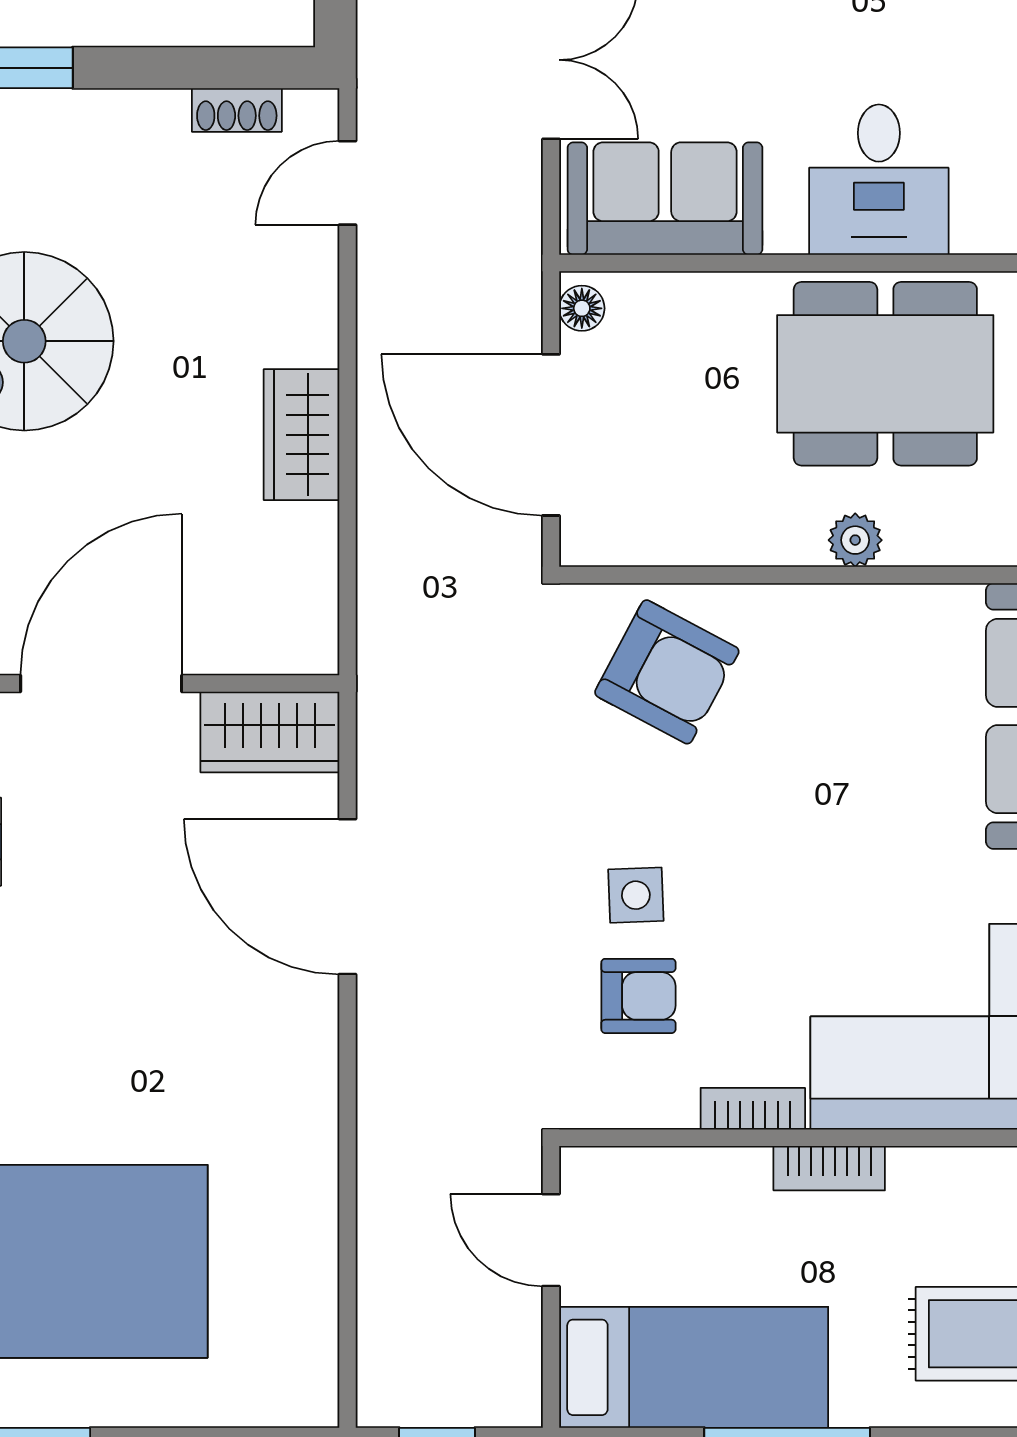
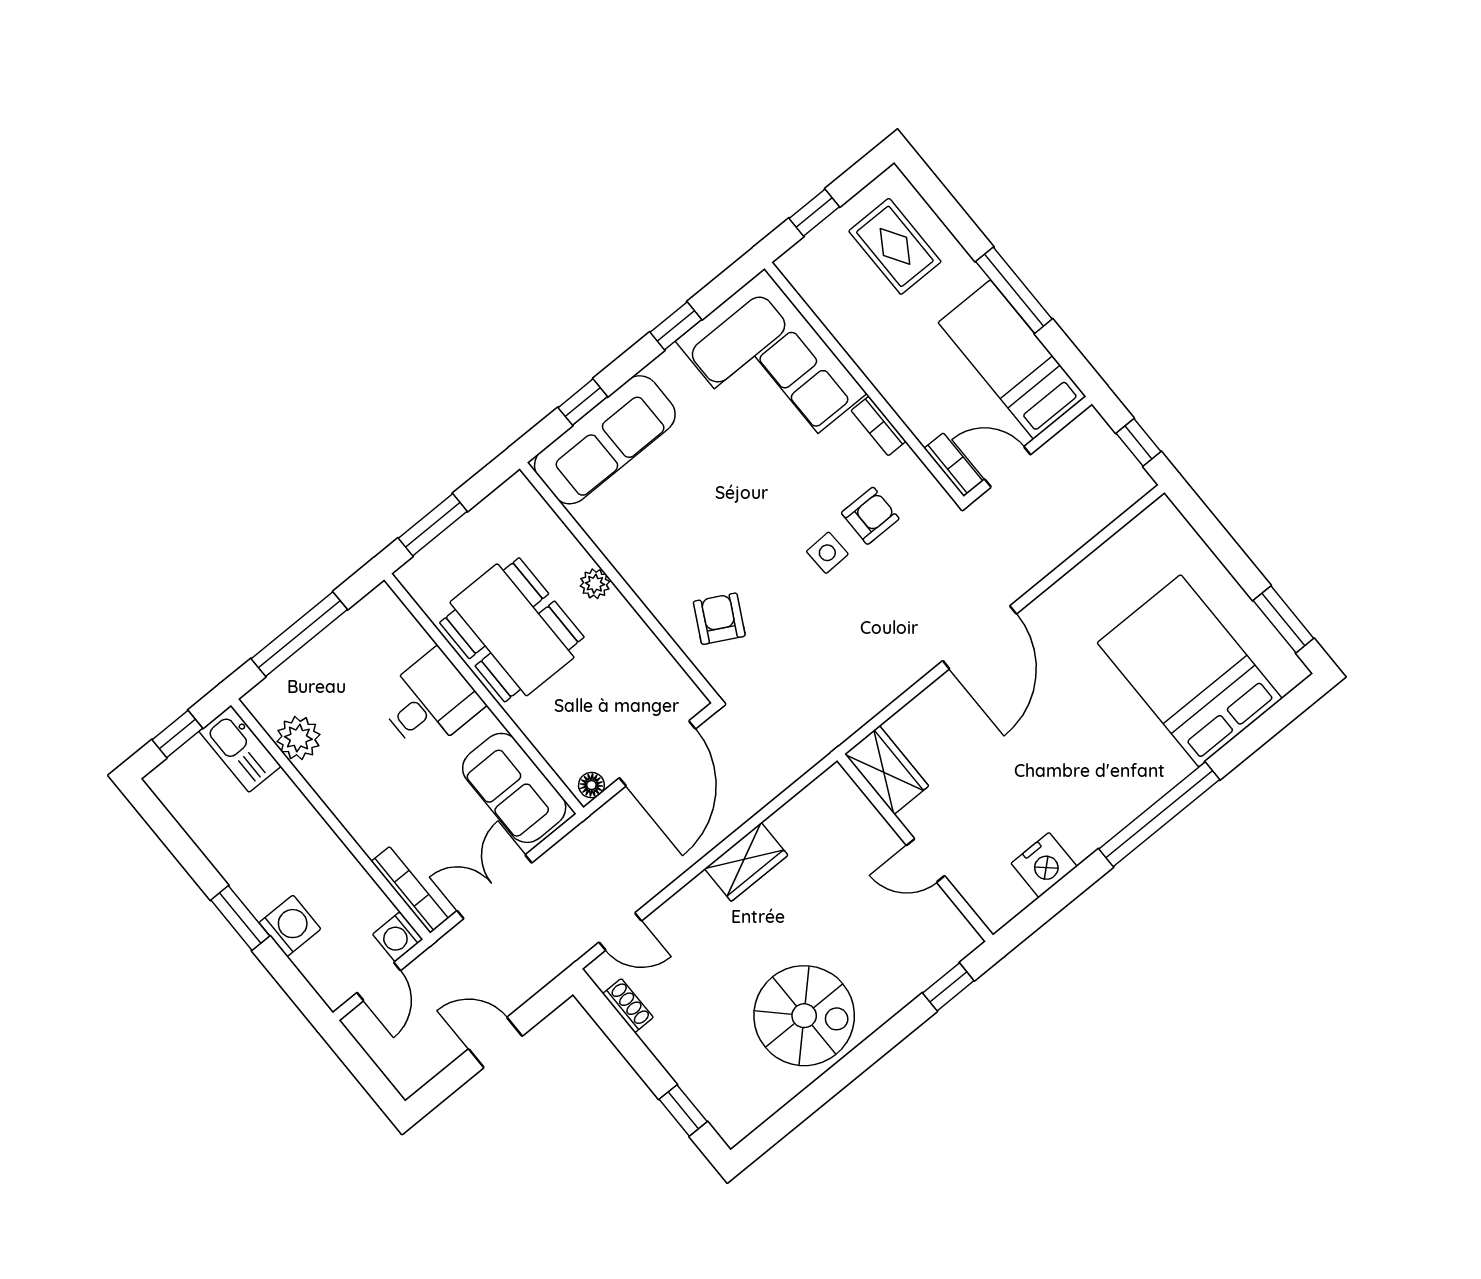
armchair: (667, 672) -> (719, 619), width x0.72, depth x0.72
door: (101, 683) -> (926, 861), width x0.53
door: (348, 897) -> (980, 637), moved
armchair: (638, 996) -> (870, 516), turned 90
bookcase: (829, 1168) -> (953, 465), moved
door: (551, 1240) -> (1007, 467), swing flipped

